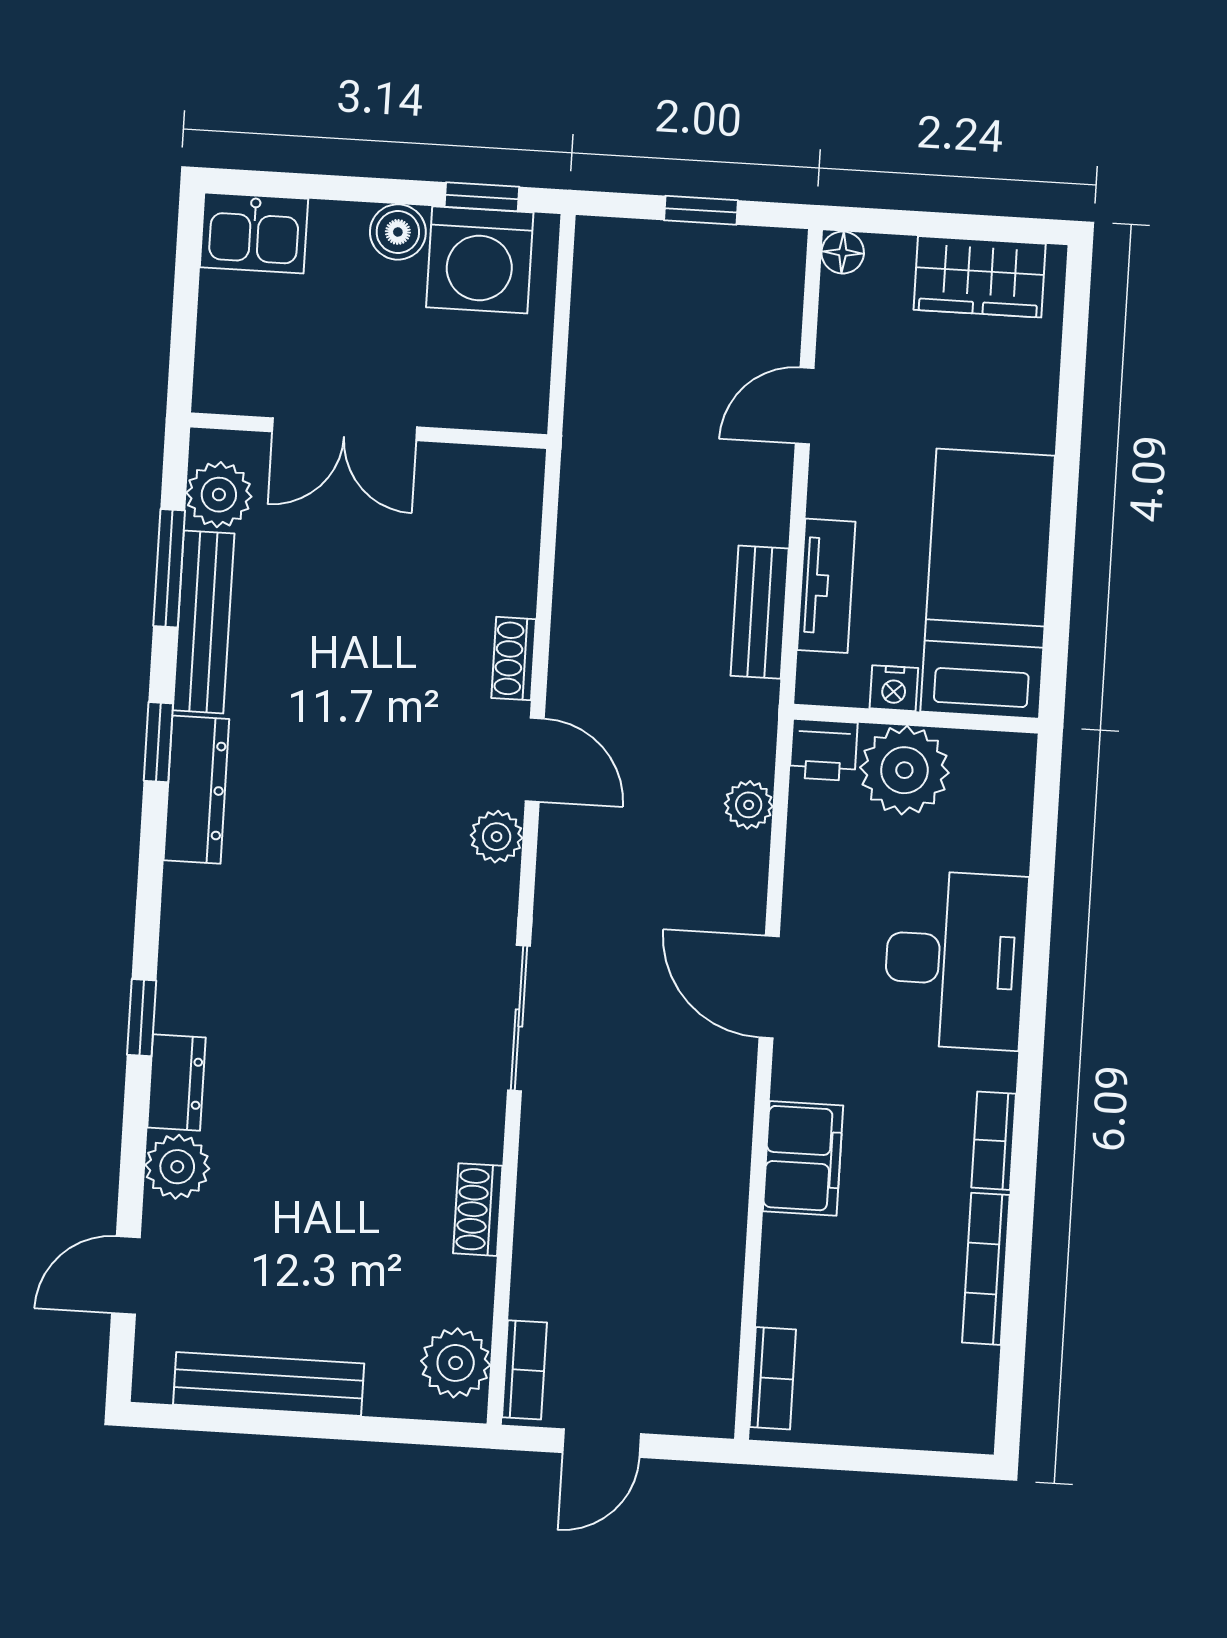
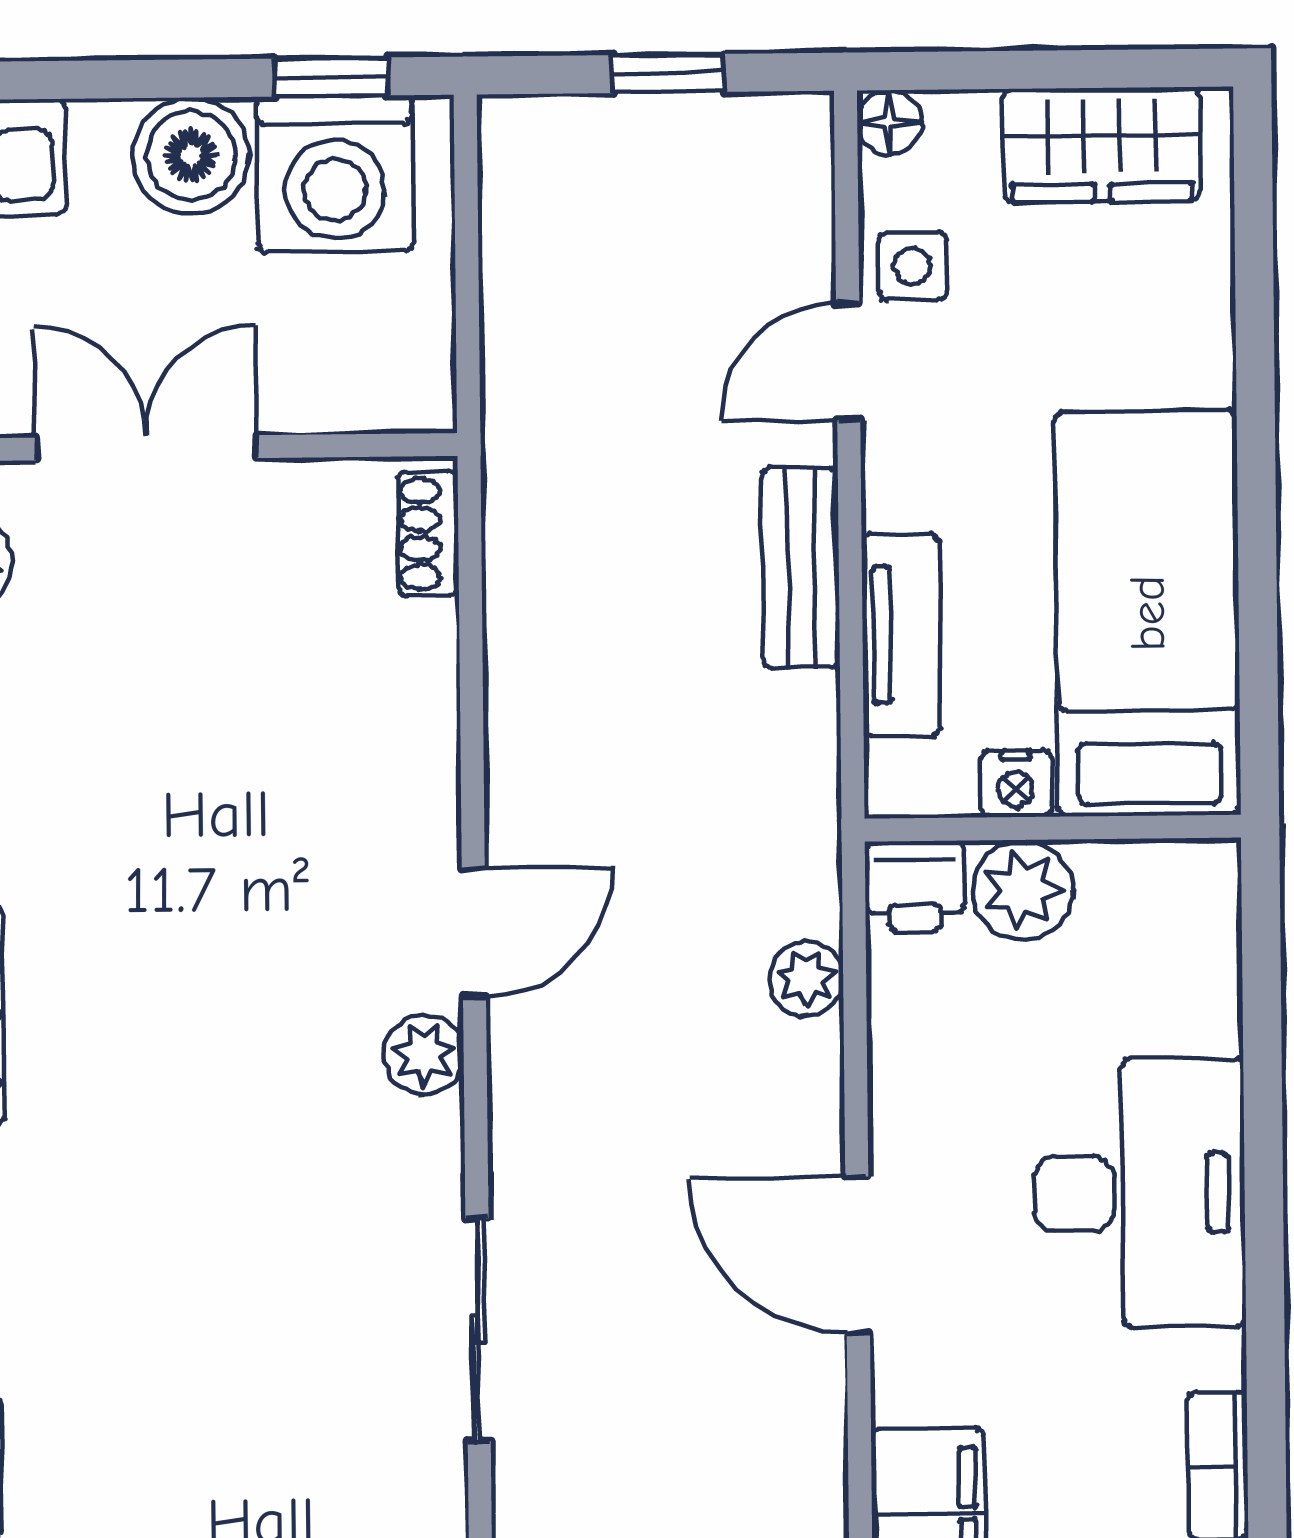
boiler: (398, 232) -> (191, 156), width x1.36, depth x1.36
side table: (851, 347) -> (912, 266), added
double door: (344, 429) -> (146, 448), swing flipped
bench: (760, 612) -> (801, 568), moved
shoe rack: (514, 659) -> (428, 534), moved
door: (535, 760) -> (474, 933), hinge flipped
plant: (904, 770) -> (1022, 890), width x0.73, depth x0.73

